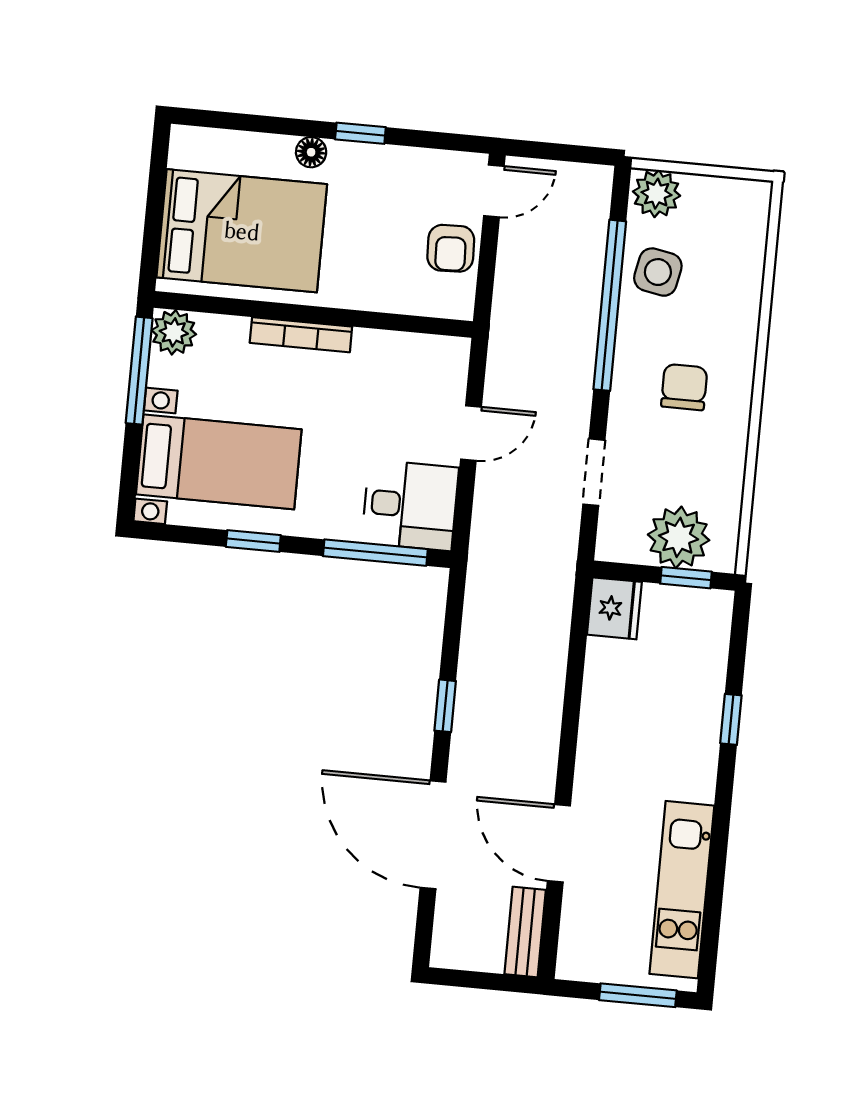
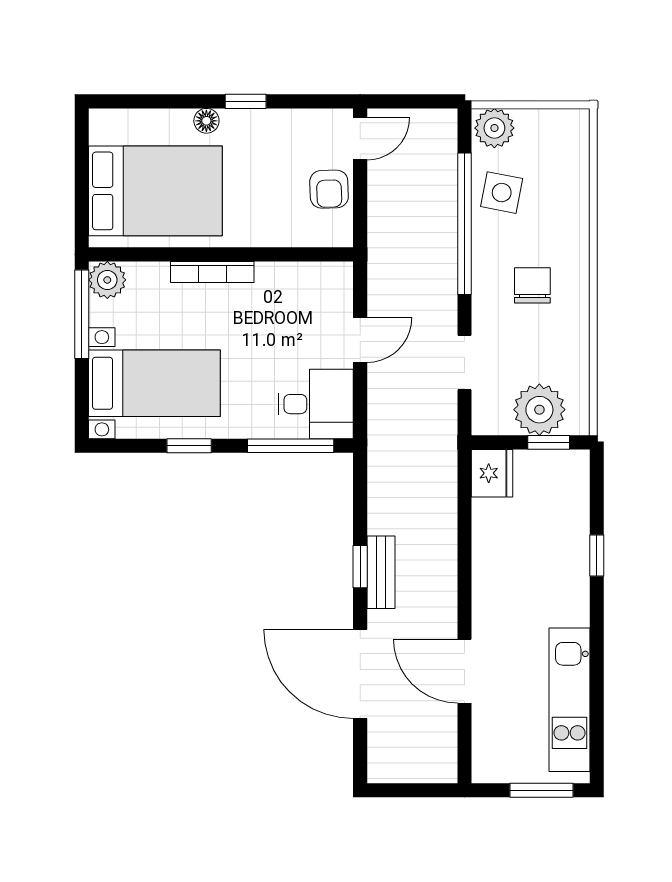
bench: (525, 932) -> (381, 572), moved

